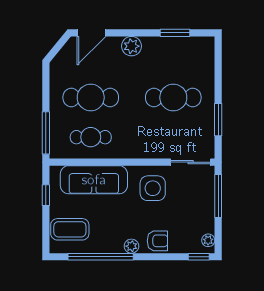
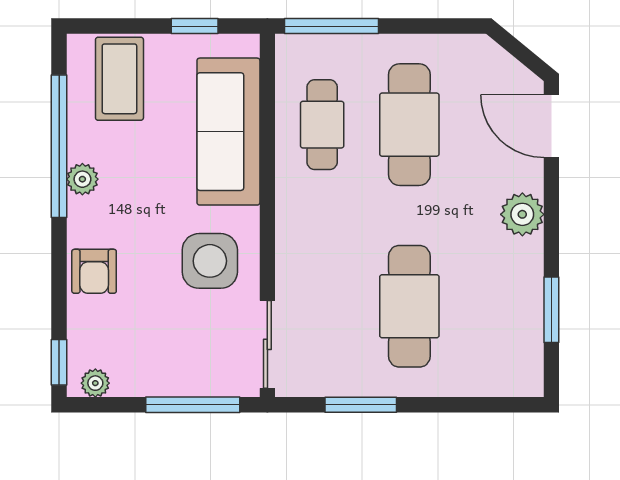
plant: (131, 246) -> (82, 179), moved

